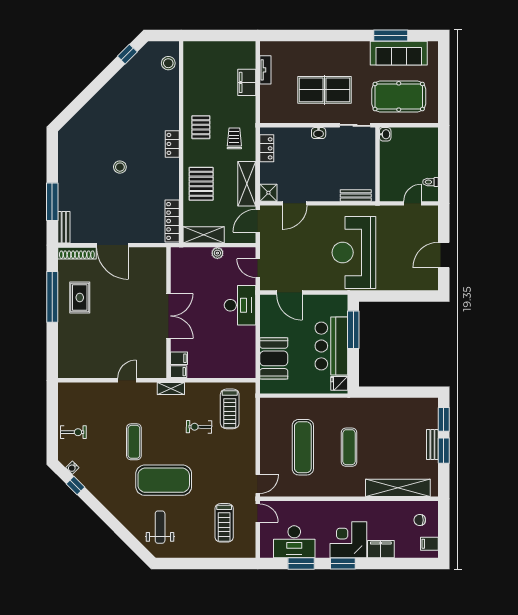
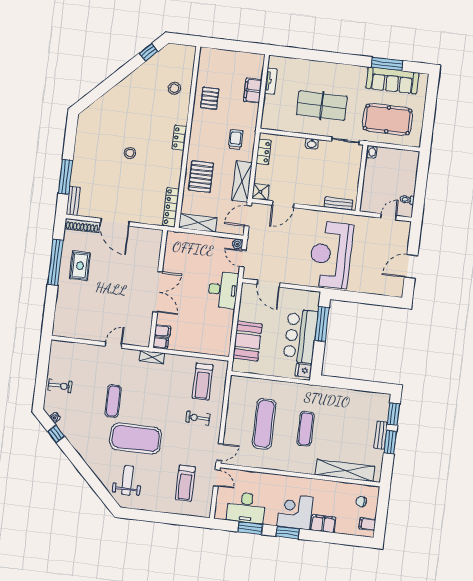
stool: (168, 63) -> (174, 88), moved
pallet: (201, 127) -> (210, 98), moved
plant: (217, 253) -> (237, 244), moved
exercise bike: (199, 427) -> (198, 418), moved

